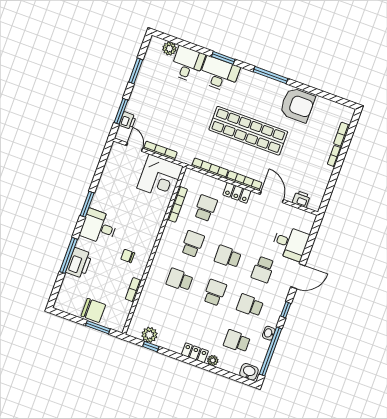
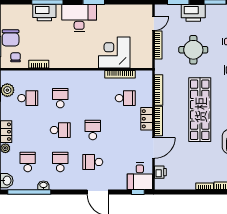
round table: (180, 114) -> (193, 50), added
printer: (128, 121) -> (193, 13), moved, width x1.87, depth x1.48
corner desk: (160, 177) -> (114, 52), moved, turned 90
desk: (99, 227) -> (79, 18), width x1.37
desk: (290, 243) -> (140, 176), moved
school desk: (193, 244) -> (28, 98), moved
chair: (128, 256) -> (16, 57), moved
window: (286, 310) -> (138, 192), moved

